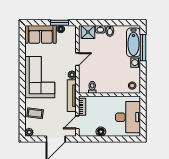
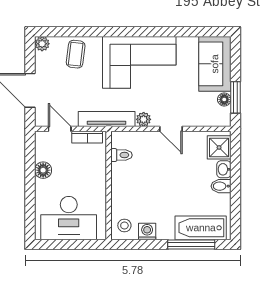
washing machine: (136, 63) -> (147, 231), moved

